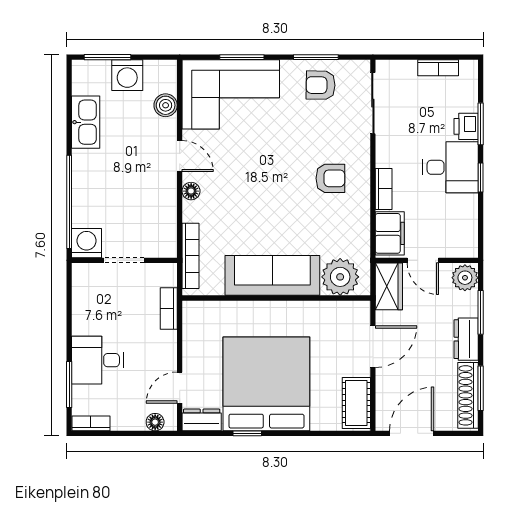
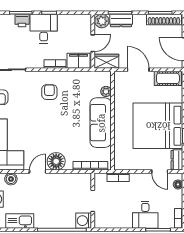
floor lamp: (191, 191) -> (56, 161), width x1.89, depth x1.89
plant: (340, 277) -> (106, 91), width x0.53, depth x0.53
dresser: (466, 339) -> (121, 20), moved

